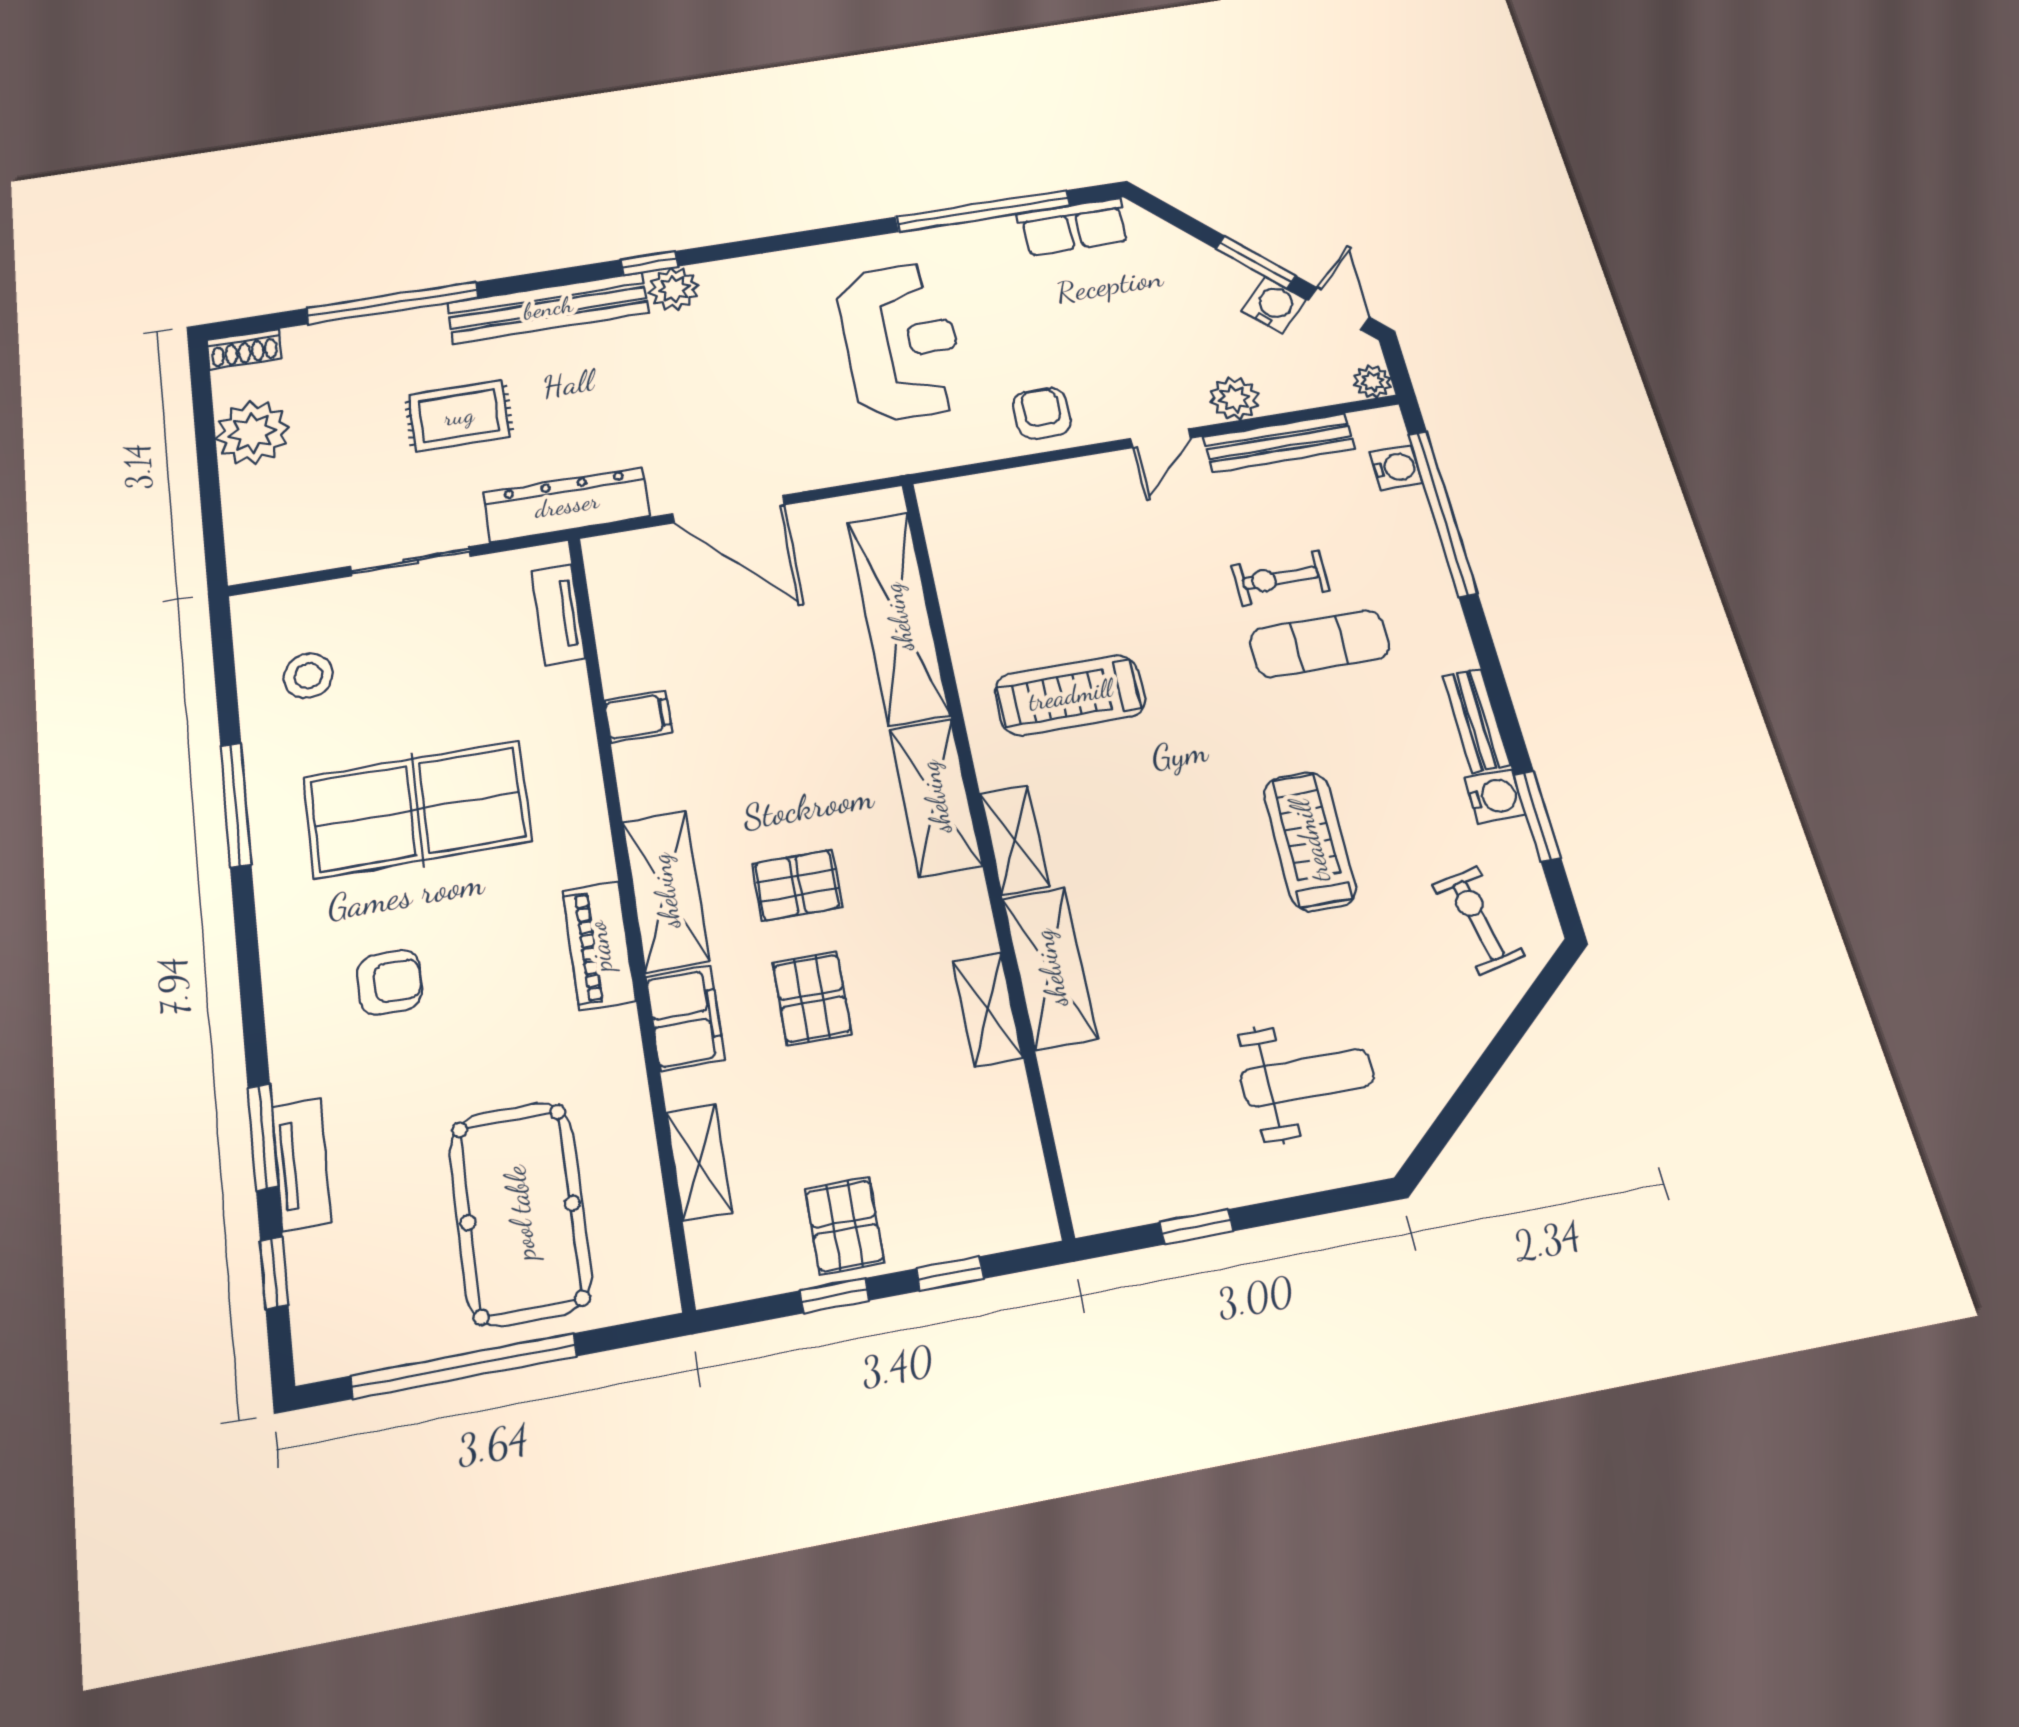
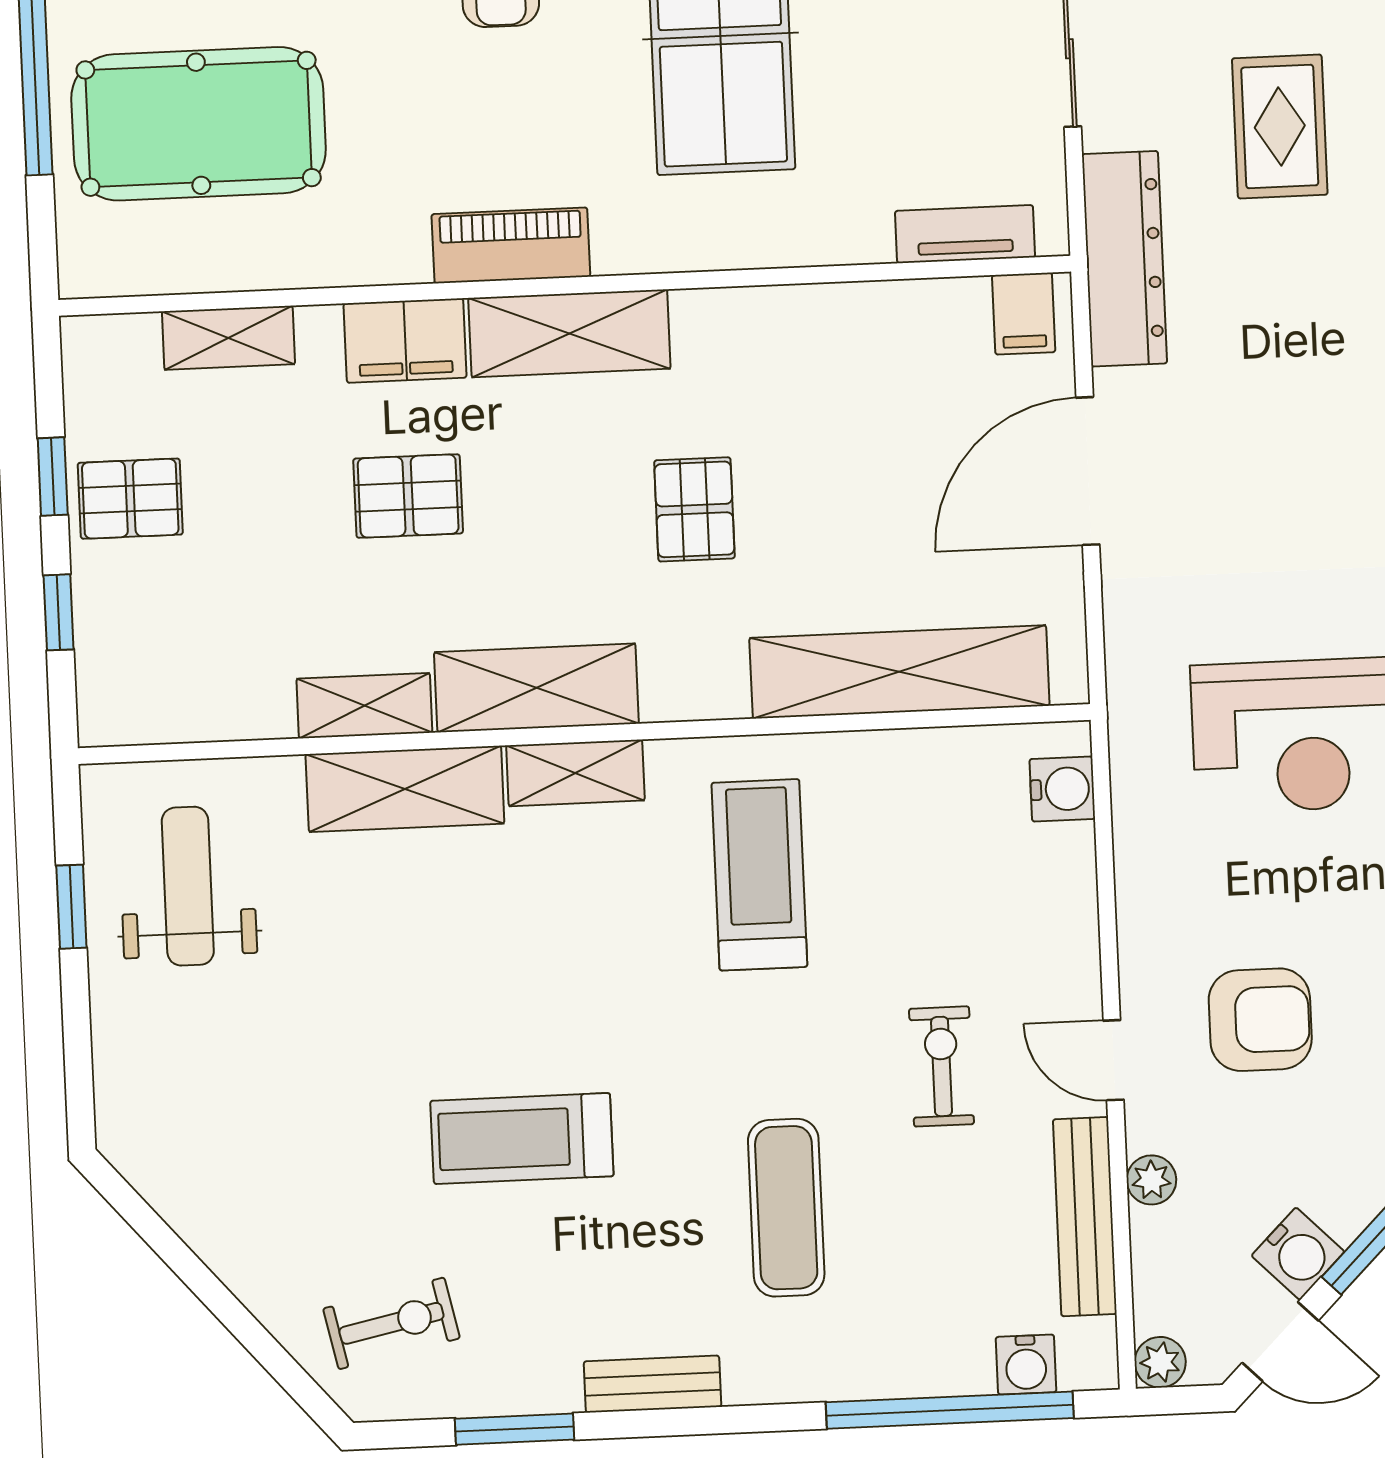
plant: (1234, 399) -> (1151, 1180), width x0.73, depth x0.73
armchair: (1042, 413) -> (1260, 1020), moved, width x1.38, depth x1.38
exercise bike: (1281, 578) -> (942, 1066), moved
filing cabinet: (638, 716) -> (1024, 314), moved
water cooler: (1495, 796) -> (1062, 789), moved, turned -90
shelving: (935, 797) -> (536, 688), moved
treadmill: (1310, 841) -> (522, 1138), turned 180
pallet: (797, 885) -> (694, 509), moved
weight bench: (1307, 1078) -> (188, 886), moved, turned 180

